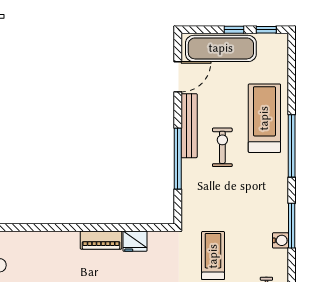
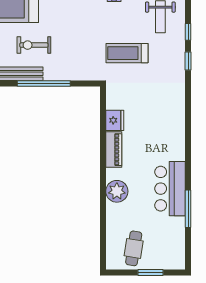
plant: (53, 244) -> (117, 191), added

